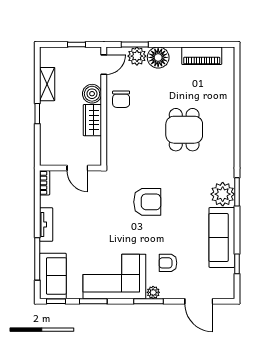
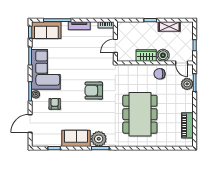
floor lamp: (158, 57) -> (186, 98), removed
dining table: (184, 130) -> (140, 114), width x1.88, depth x1.24
armchair: (147, 202) -> (94, 91), turned 90
sofa: (222, 237) -> (76, 138), width x0.73

